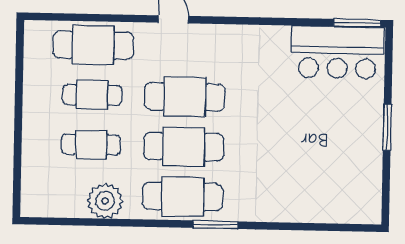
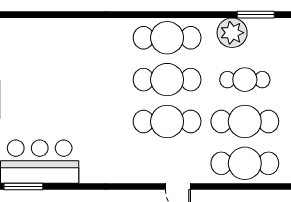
cafe table: (92, 95) -> (245, 121), width x1.37, depth x1.35
window: (216, 225) -> (256, 15), moved

